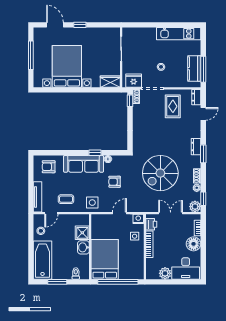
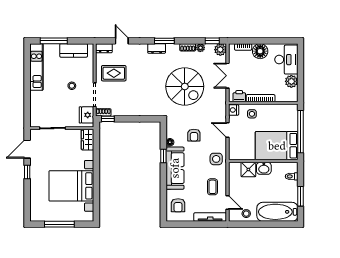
door: (55, 25) -> (27, 149), moved
window: (203, 69) -> (54, 41), moved

